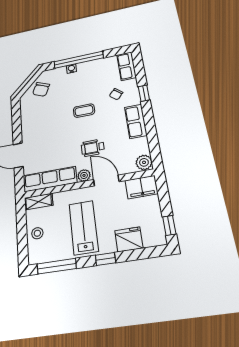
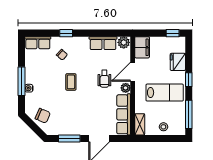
window: (79, 60) -> (22, 81), width x0.68
row of seats: (136, 121) -> (103, 43), moved
window: (17, 122) -> (69, 138), added
lab bench: (83, 227) -> (165, 93), turned 180

